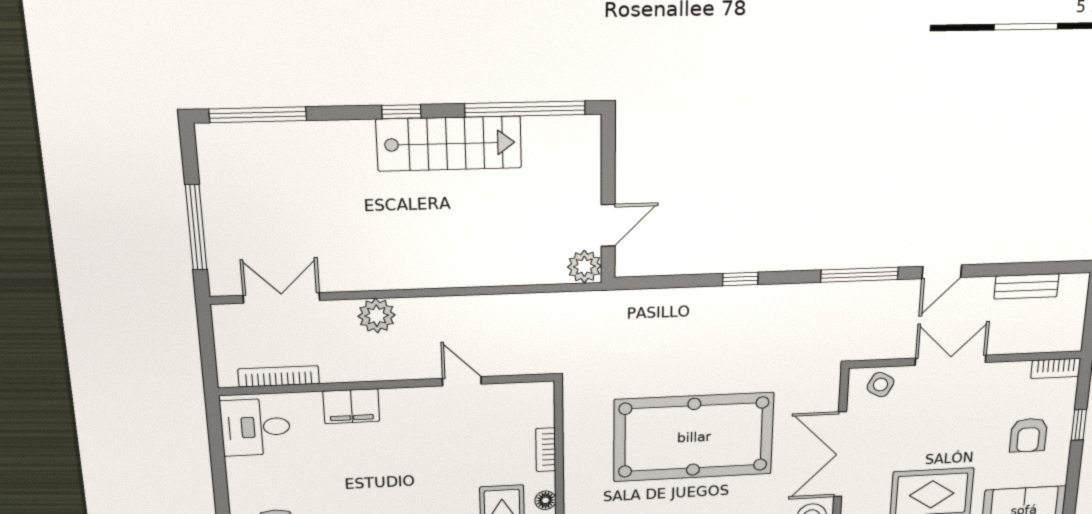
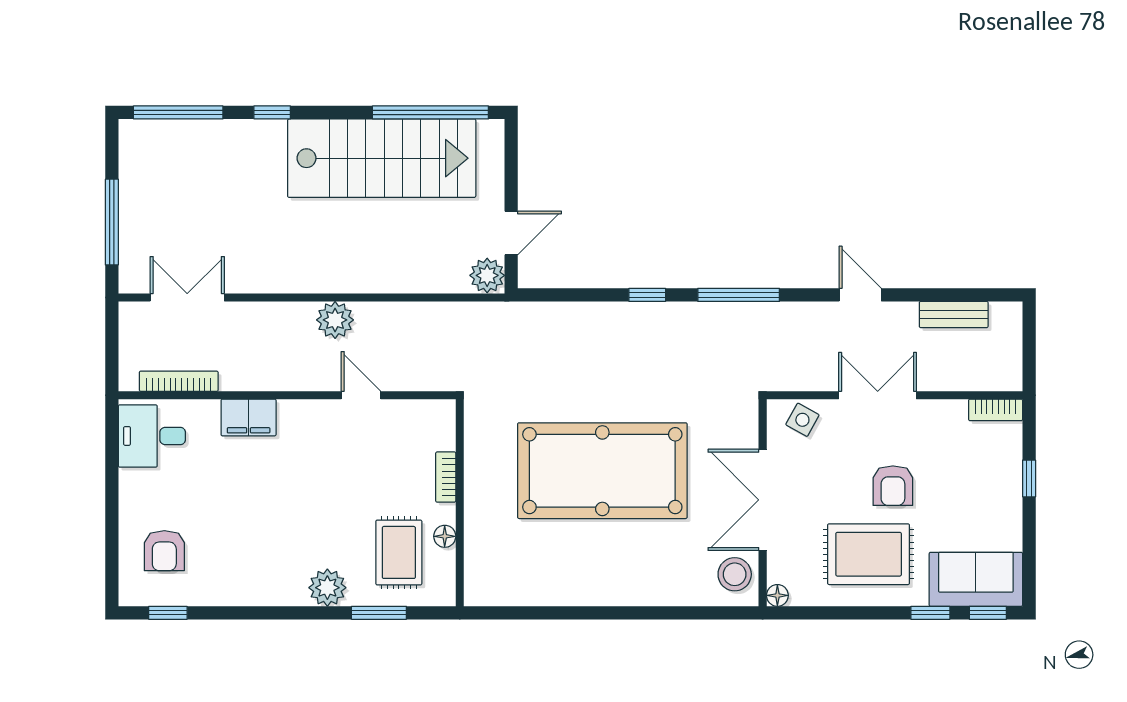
window: (401, 112) -> (272, 112), moved
stairs: (449, 144) -> (382, 158), width x1.36, depth x1.51
door: (942, 272) -> (860, 295), swing flipped
window: (859, 275) -> (739, 295), moved
plant: (377, 316) -> (335, 320), moved
armchair: (1029, 435) -> (893, 486), moved

